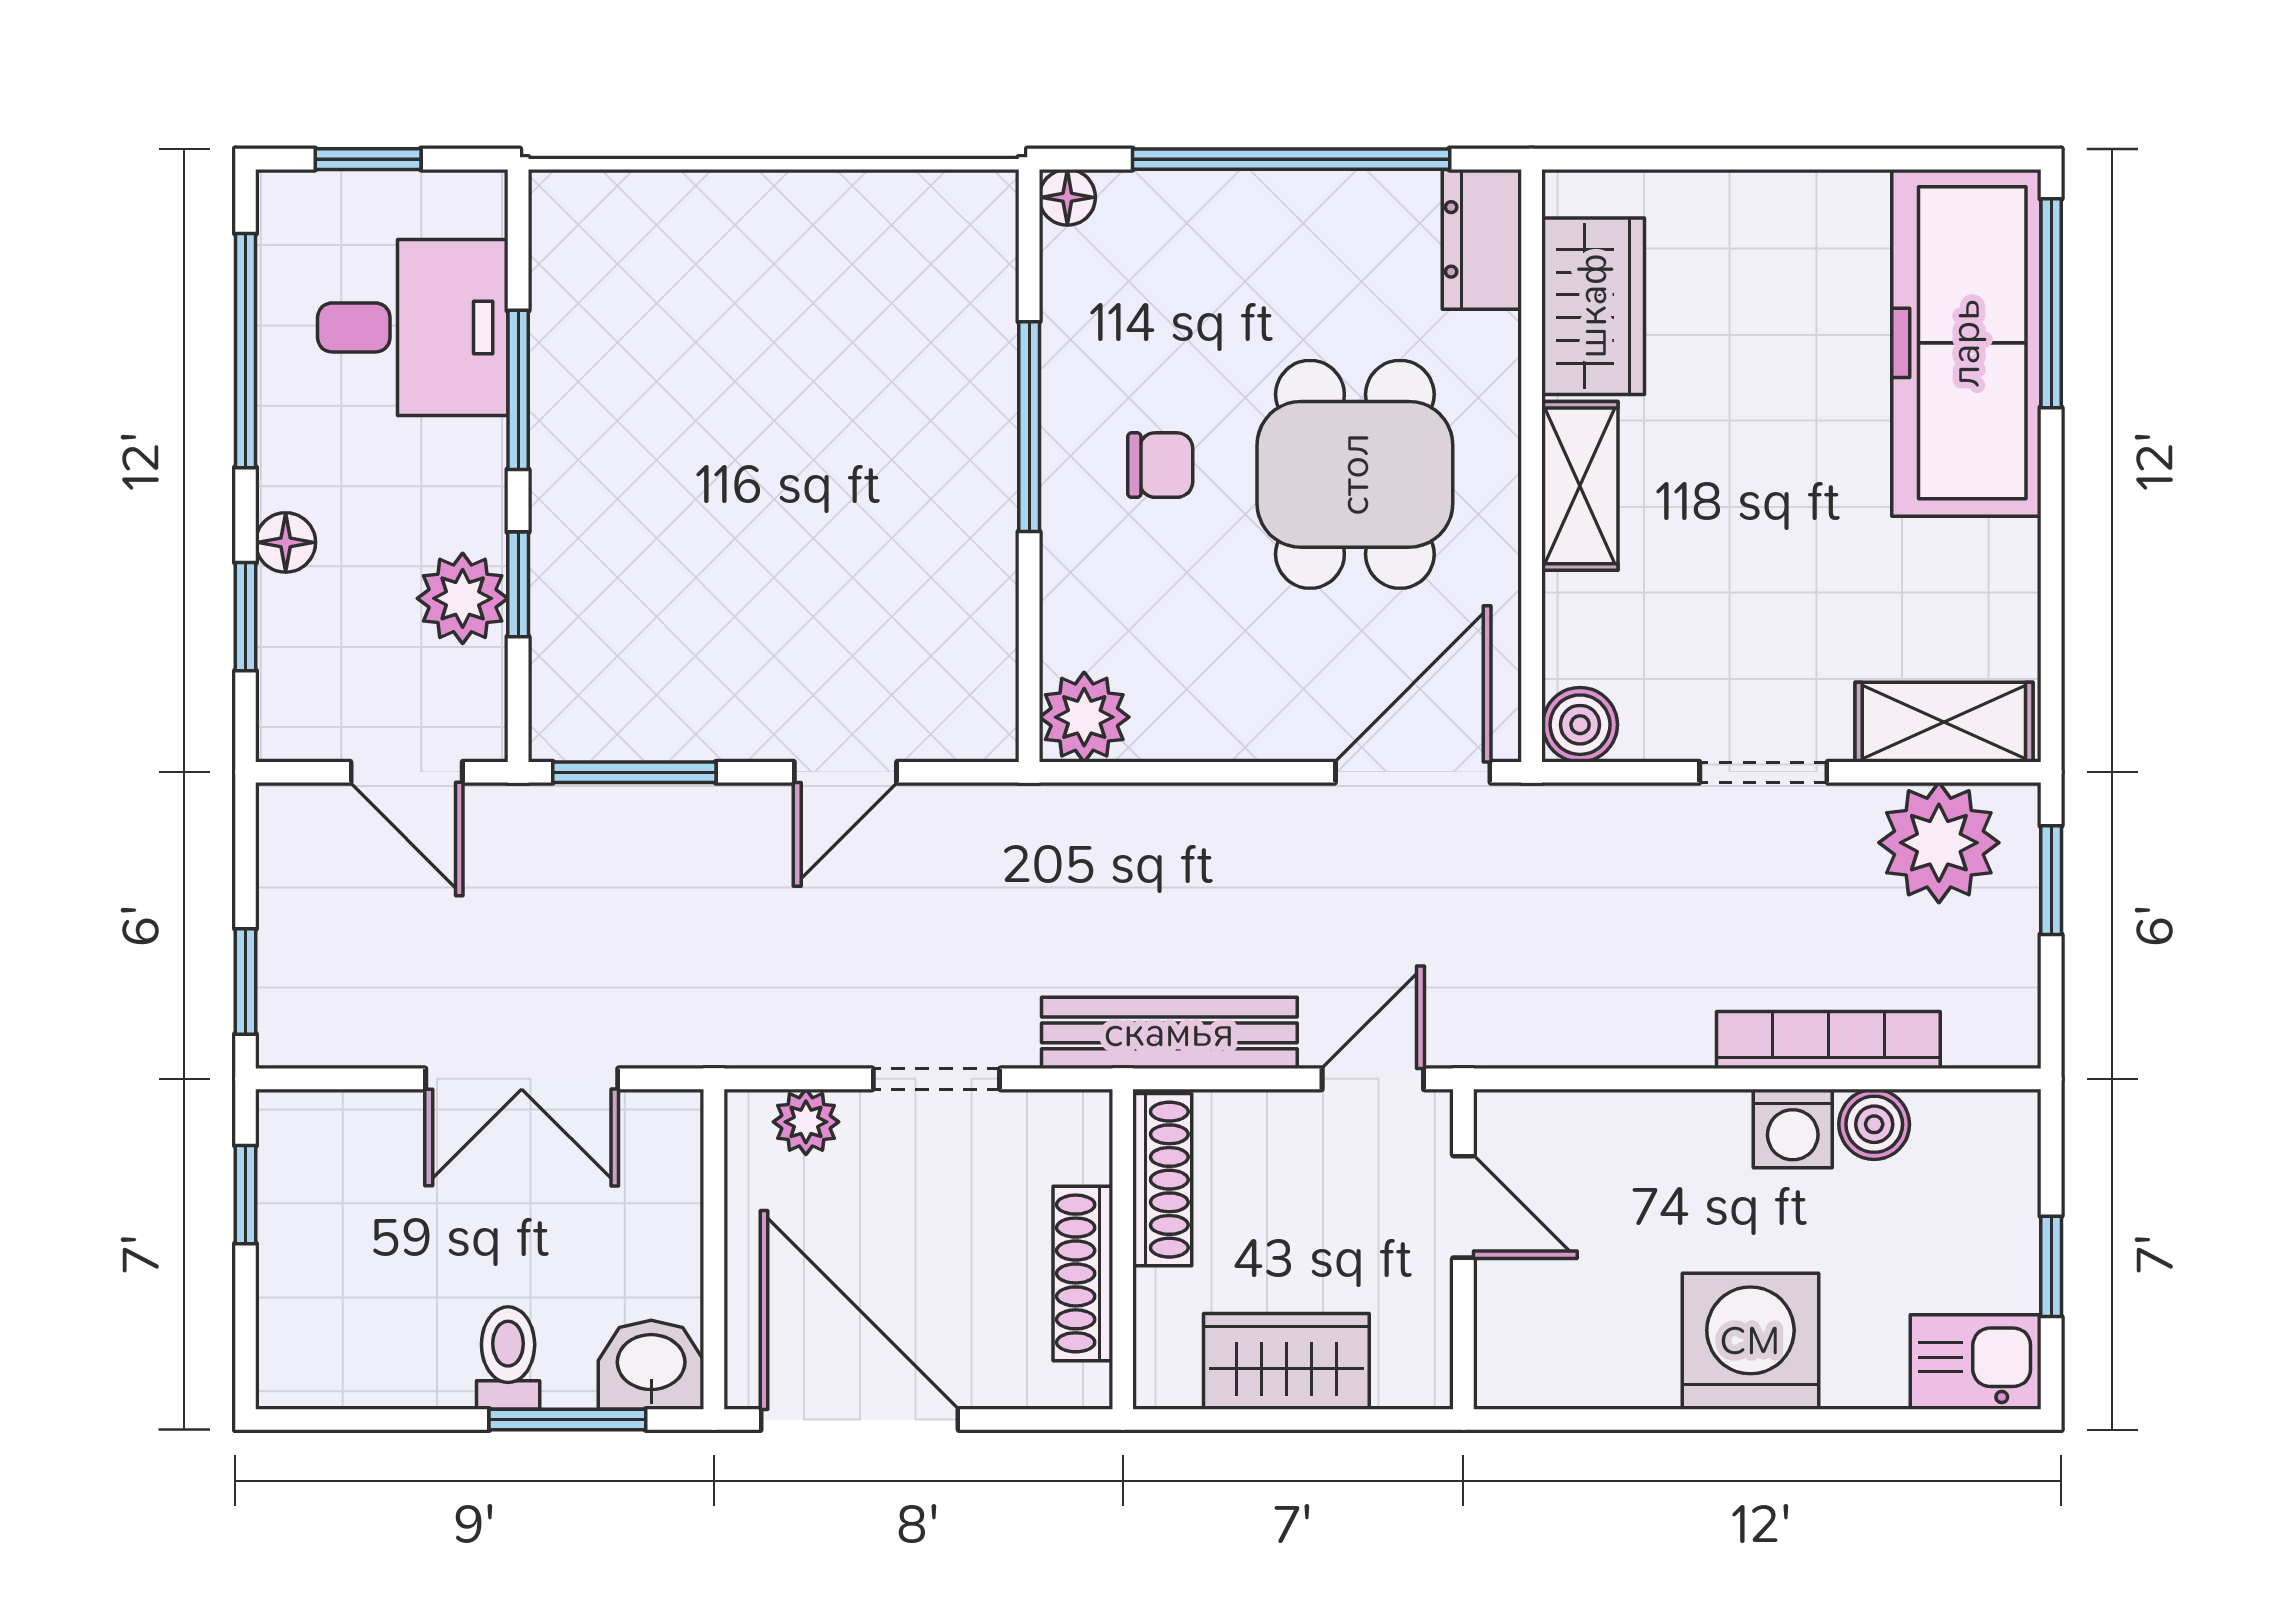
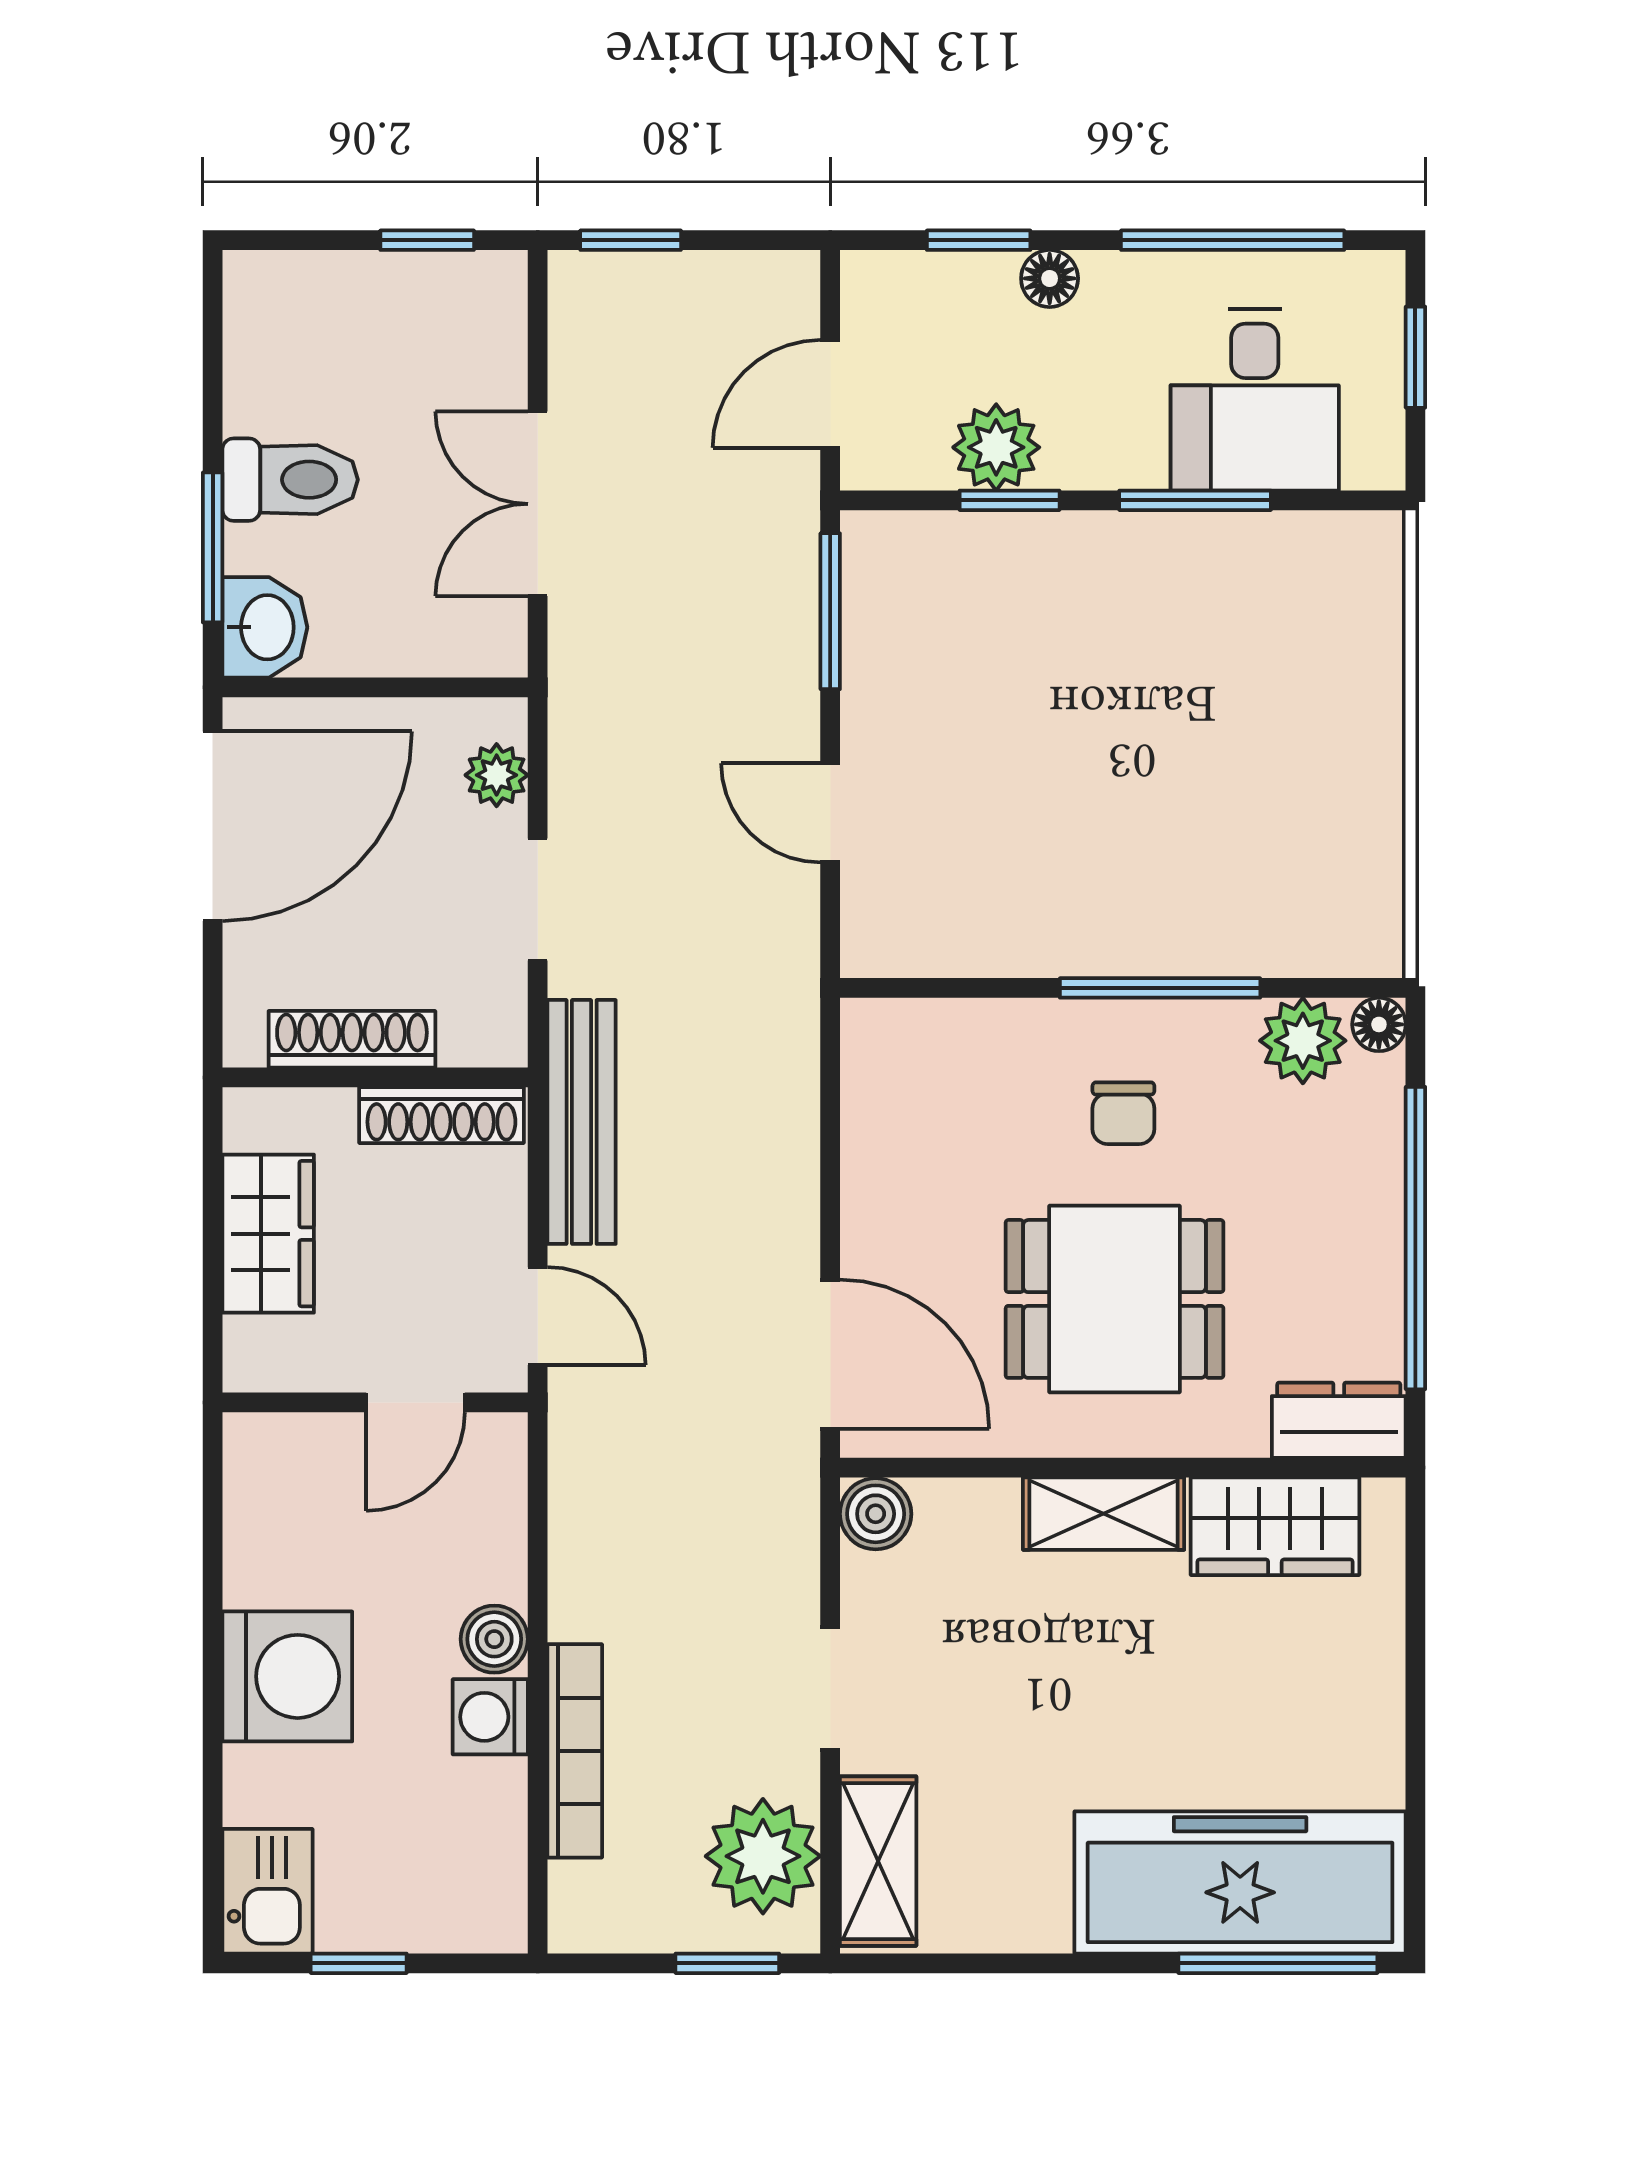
plant: (1084, 717) -> (1303, 1041), moved
boiler: (1874, 1124) -> (494, 1639), moved
toilet: (508, 1358) -> (290, 480), width x1.37, depth x1.39

